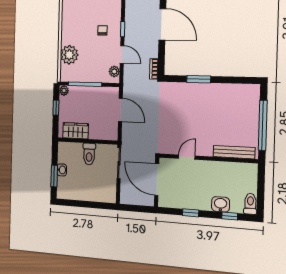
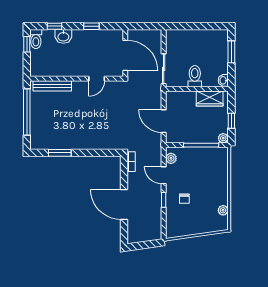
plant: (69, 55) -> (223, 210), moved, width x0.53, depth x0.53
window: (199, 79) -> (60, 153), moved
washbasin: (62, 170) -> (223, 80), moved
window: (261, 199) -> (27, 44), added

